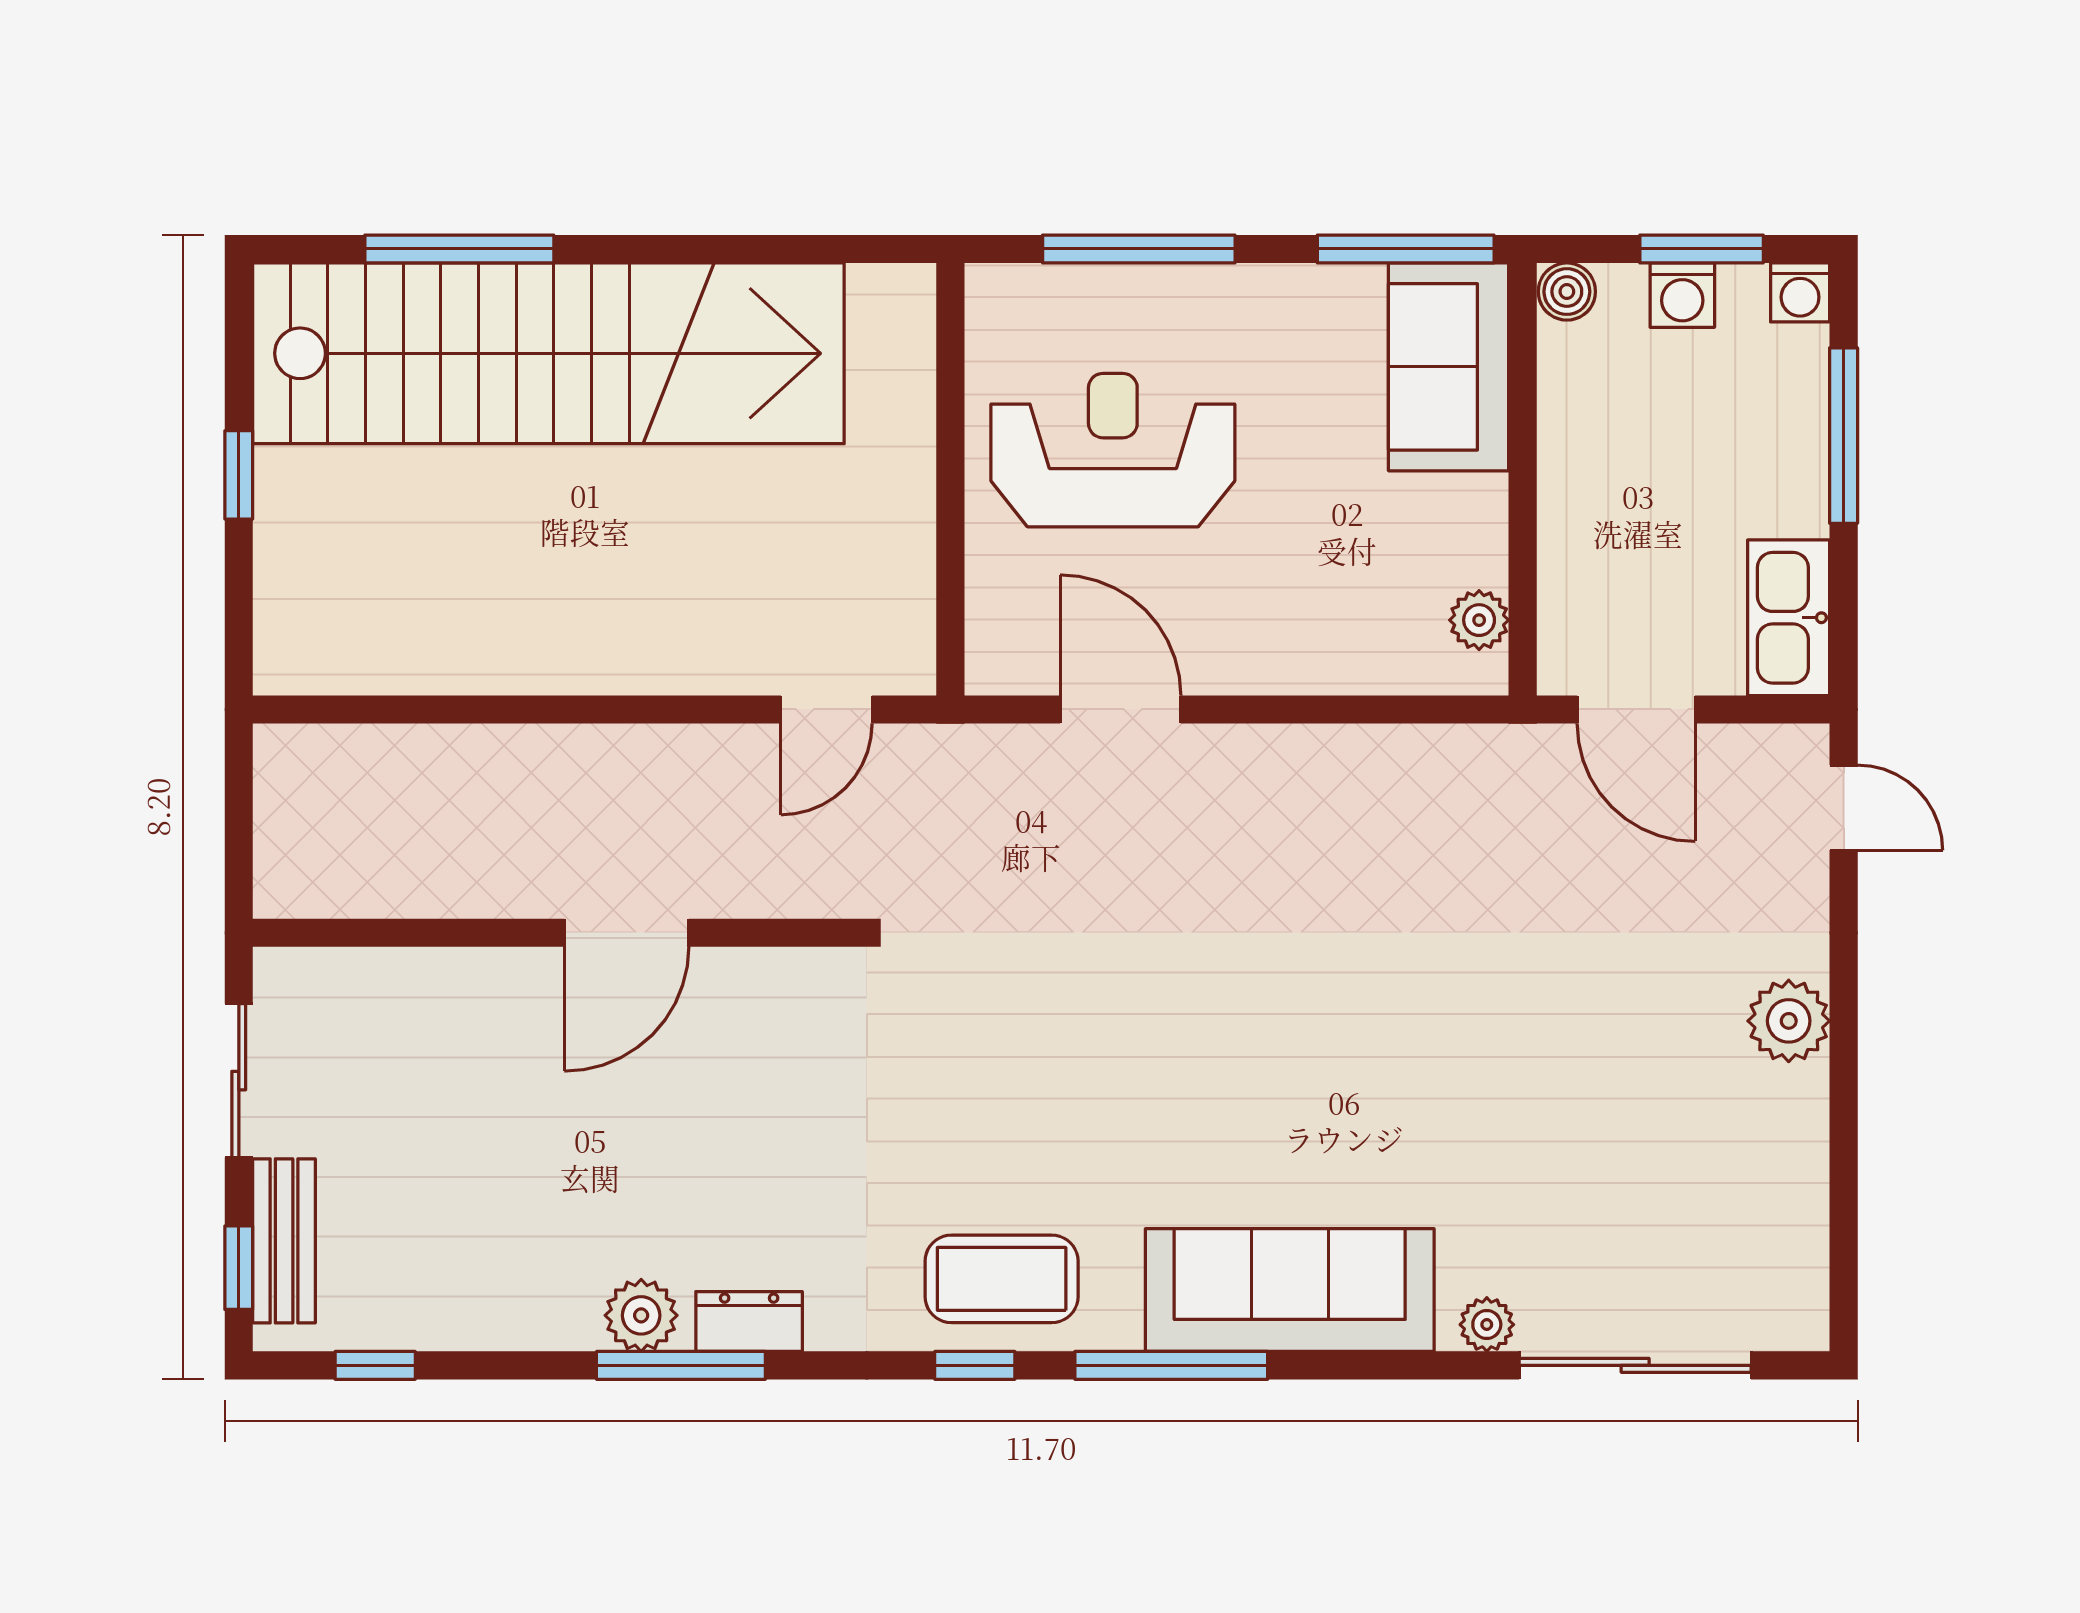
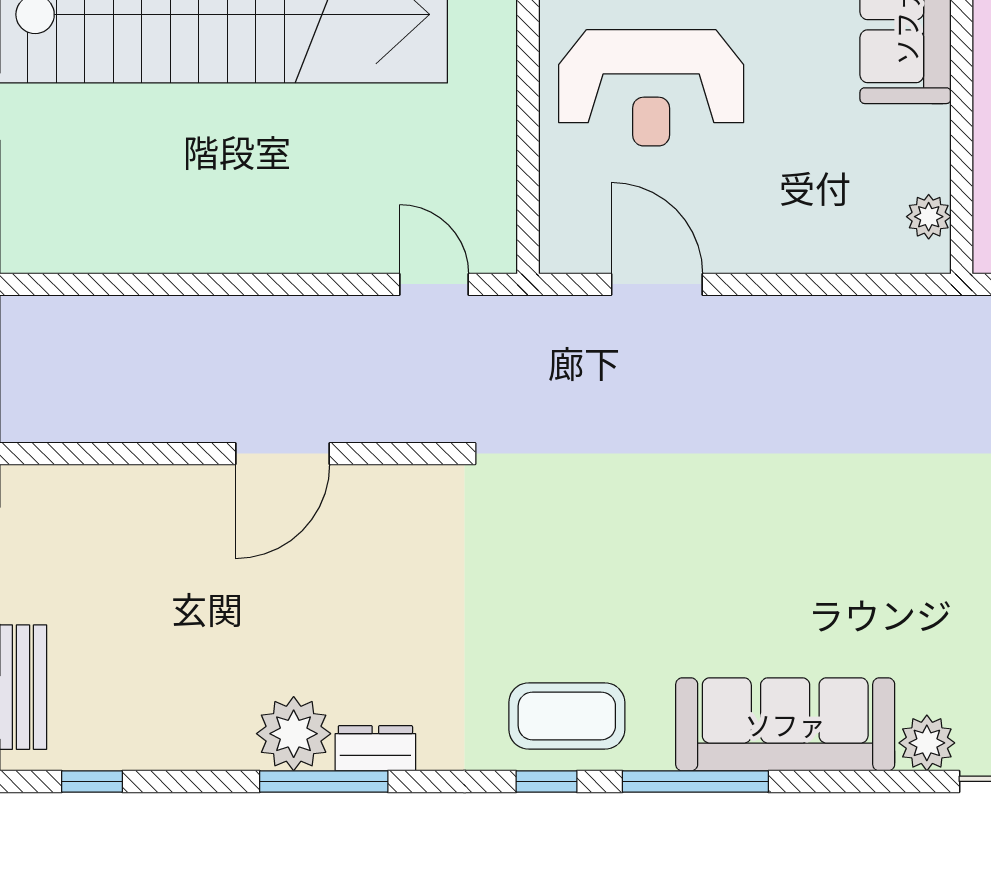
reception desk: (1113, 450) -> (651, 88), turned 180
door: (826, 709) -> (434, 284), swing flipped
plant: (641, 1315) -> (294, 734), width x1.36, depth x1.36
plant: (1487, 1325) -> (927, 743), width x1.38, depth x1.38

